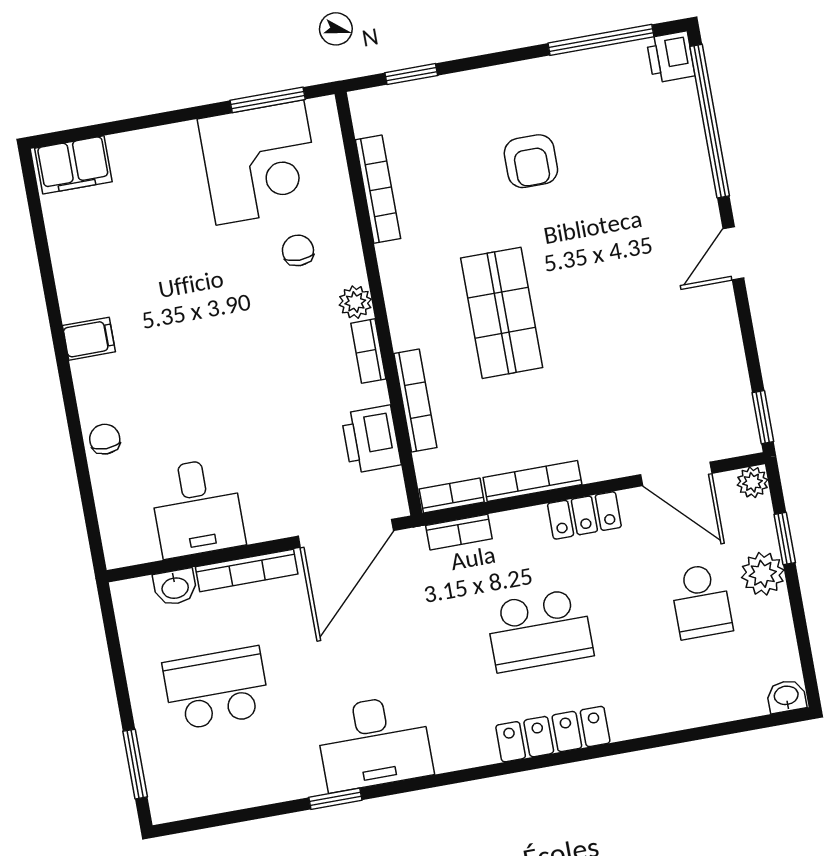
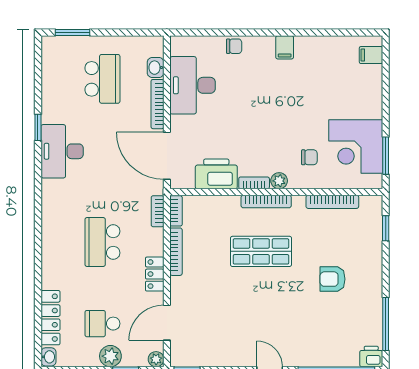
filing cabinet: (73, 165) -> (371, 55), width x0.50
bookcase: (415, 400) -> (266, 201), moved
printer: (371, 439) -> (216, 174), width x1.37, depth x1.19
desk: (197, 508) -> (193, 85), width x1.37
locker: (553, 734) -> (50, 318), moved

